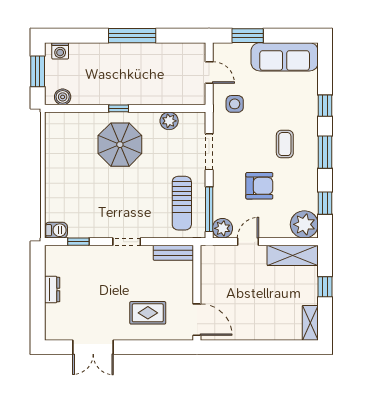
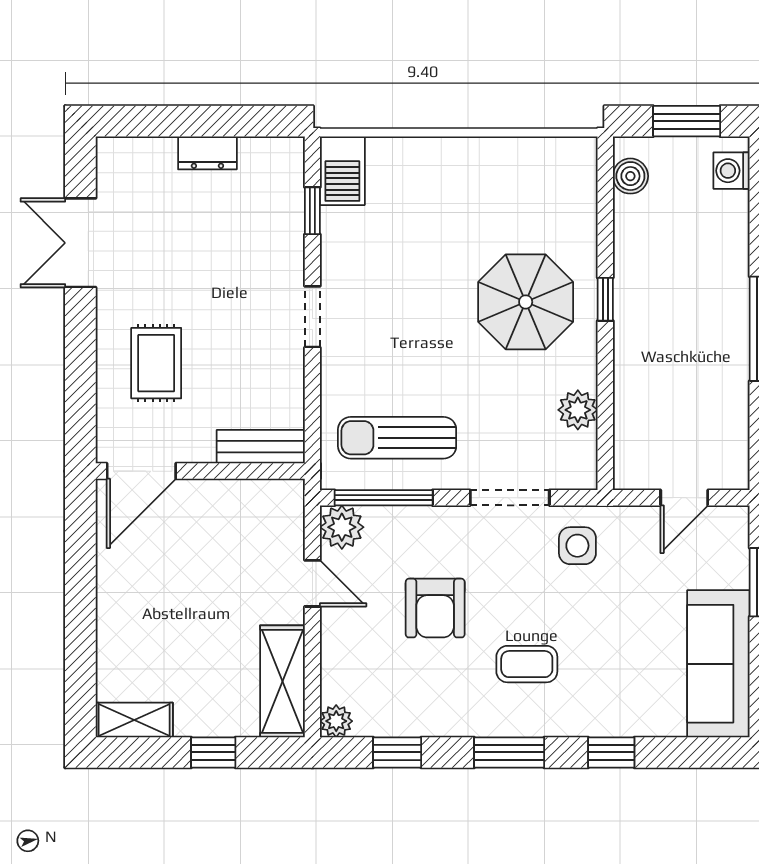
side table: (235, 104) -> (577, 546), moved
plant: (304, 224) -> (336, 721), width x0.53, depth x0.53
barbecue: (56, 230) -> (342, 171), width x1.38, depth x1.27
bench: (173, 253) -> (261, 447), moved, turned 90

